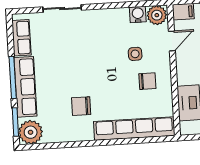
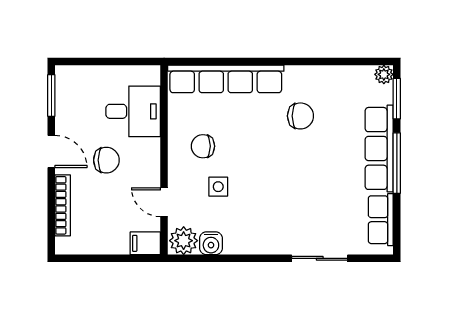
door: (172, 41) -> (164, 202), hinge flipped
plant: (31, 132) -> (384, 74), width x0.53, depth x0.53

